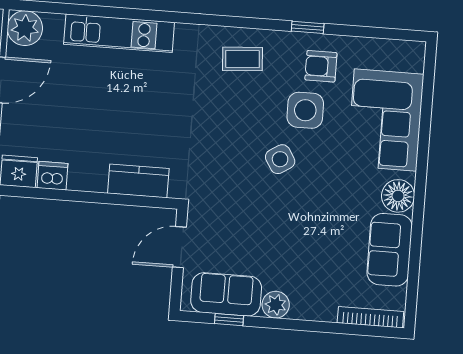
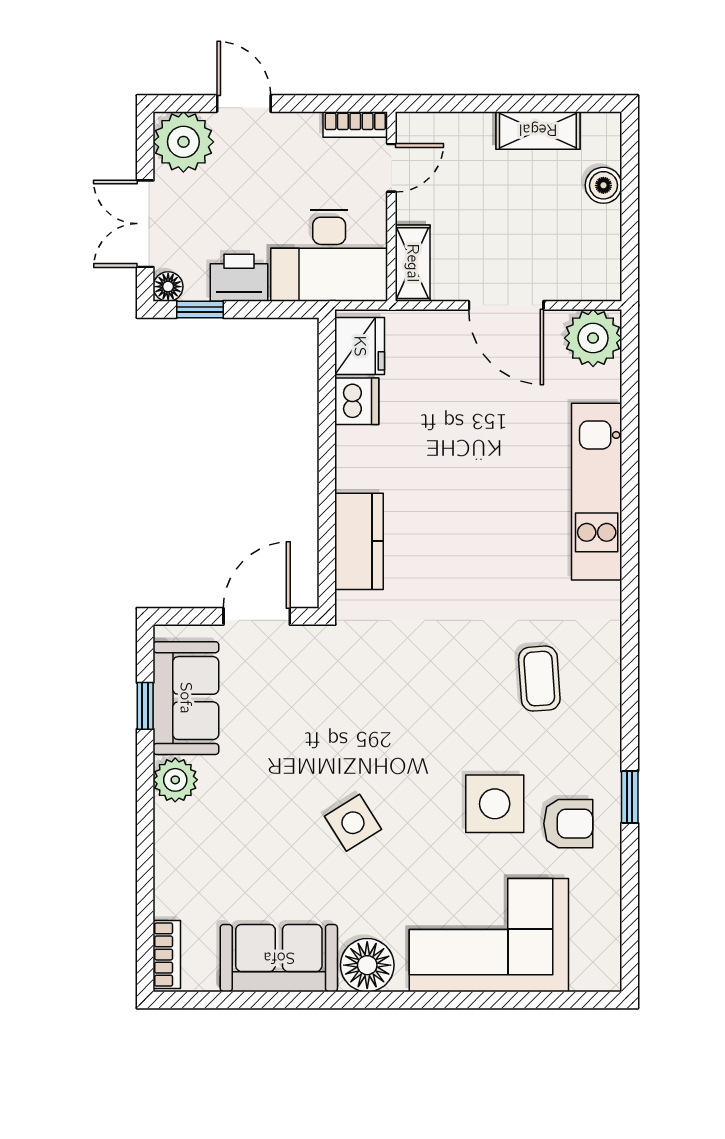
coffee table: (243, 59) -> (539, 679), moved
armchair: (321, 66) -> (568, 824), turned 90
side table: (280, 159) -> (353, 823), moved
door: (179, 247) -> (257, 616), hinge flipped
bookcase: (370, 317) -> (167, 955), width x0.64

